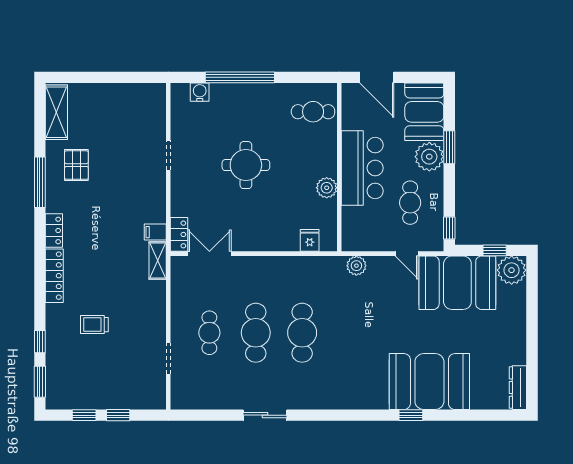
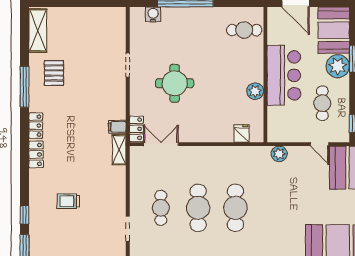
round table: (246, 165) -> (175, 83), moved
locker: (54, 276) -> (36, 154), width x0.66

